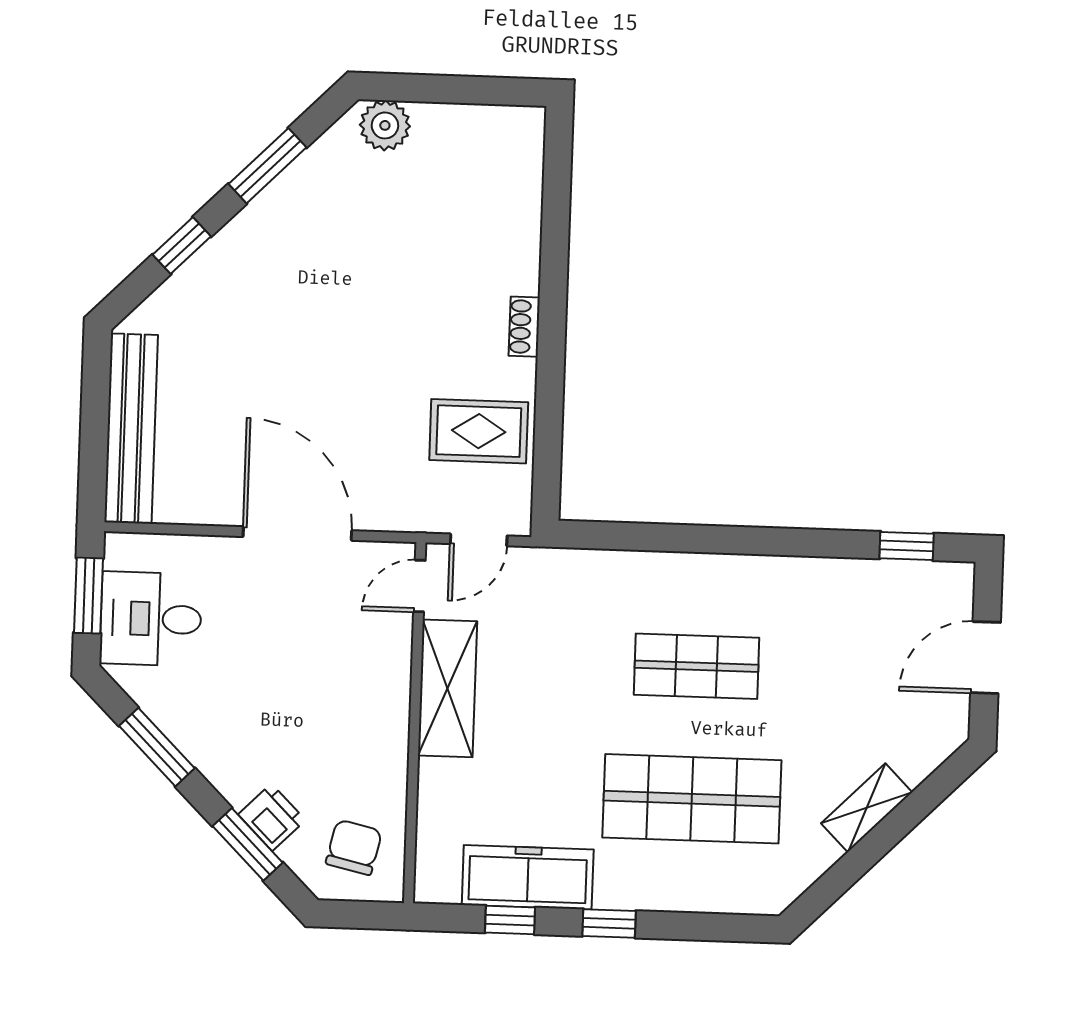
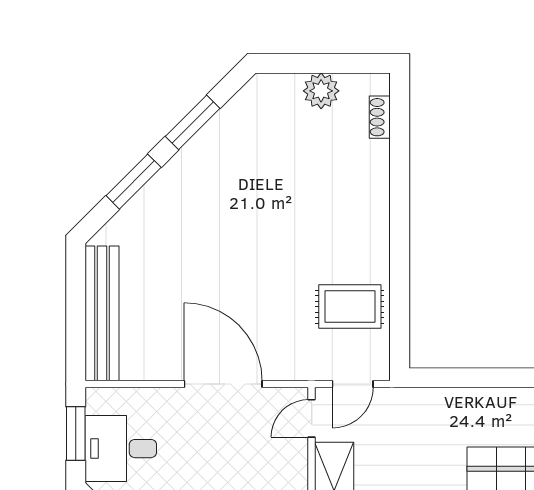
plant: (385, 125) -> (321, 91), moved
window: (182, 246) -> (134, 182), width x1.50
shoe rack: (524, 327) -> (380, 117), moved

